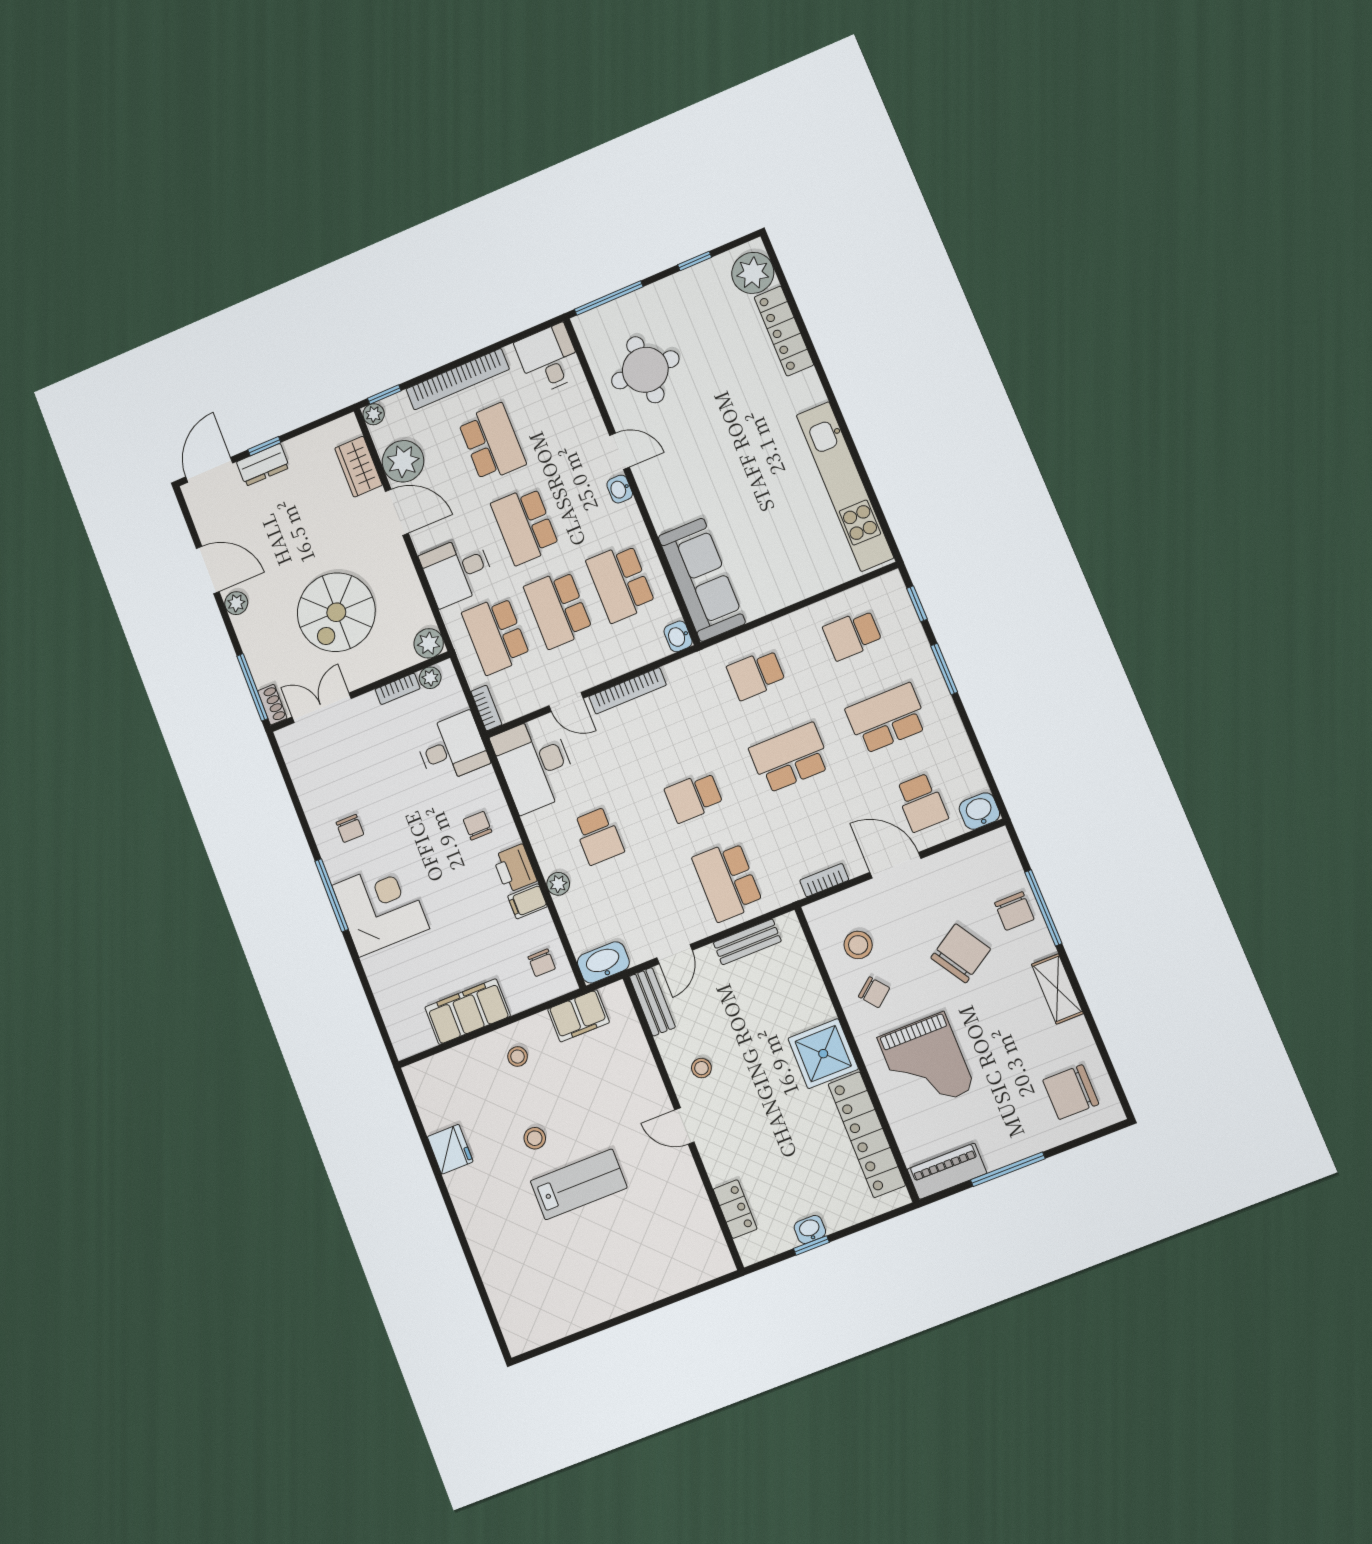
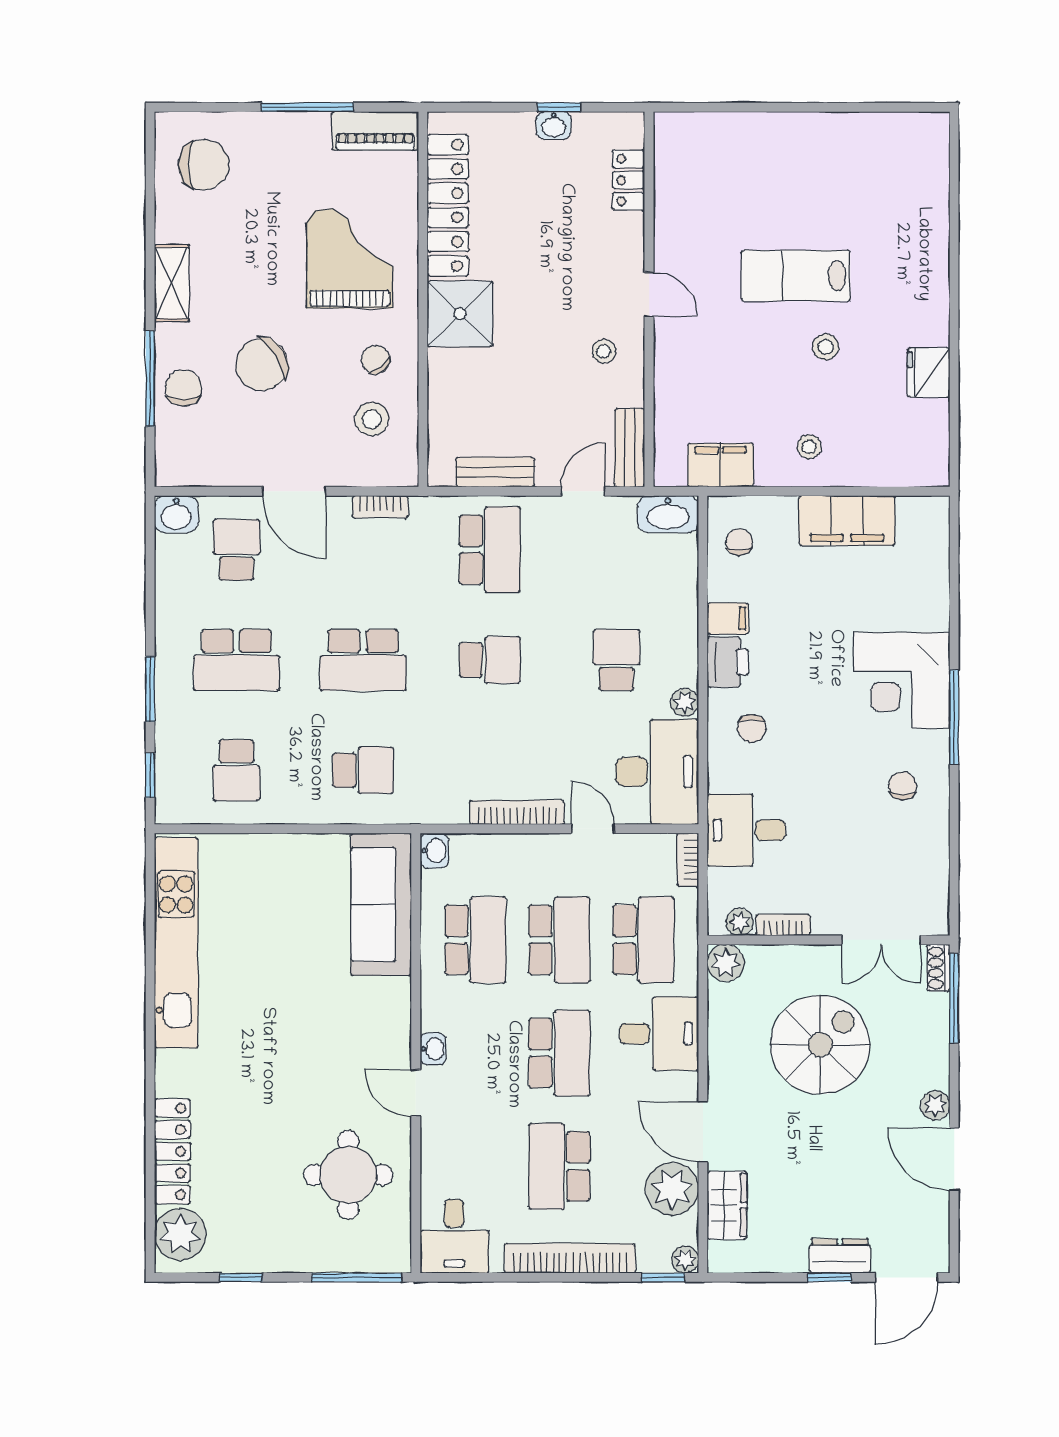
school desk: (852, 635) -> (236, 770), turned 90
plant: (558, 884) -> (685, 702), moved

